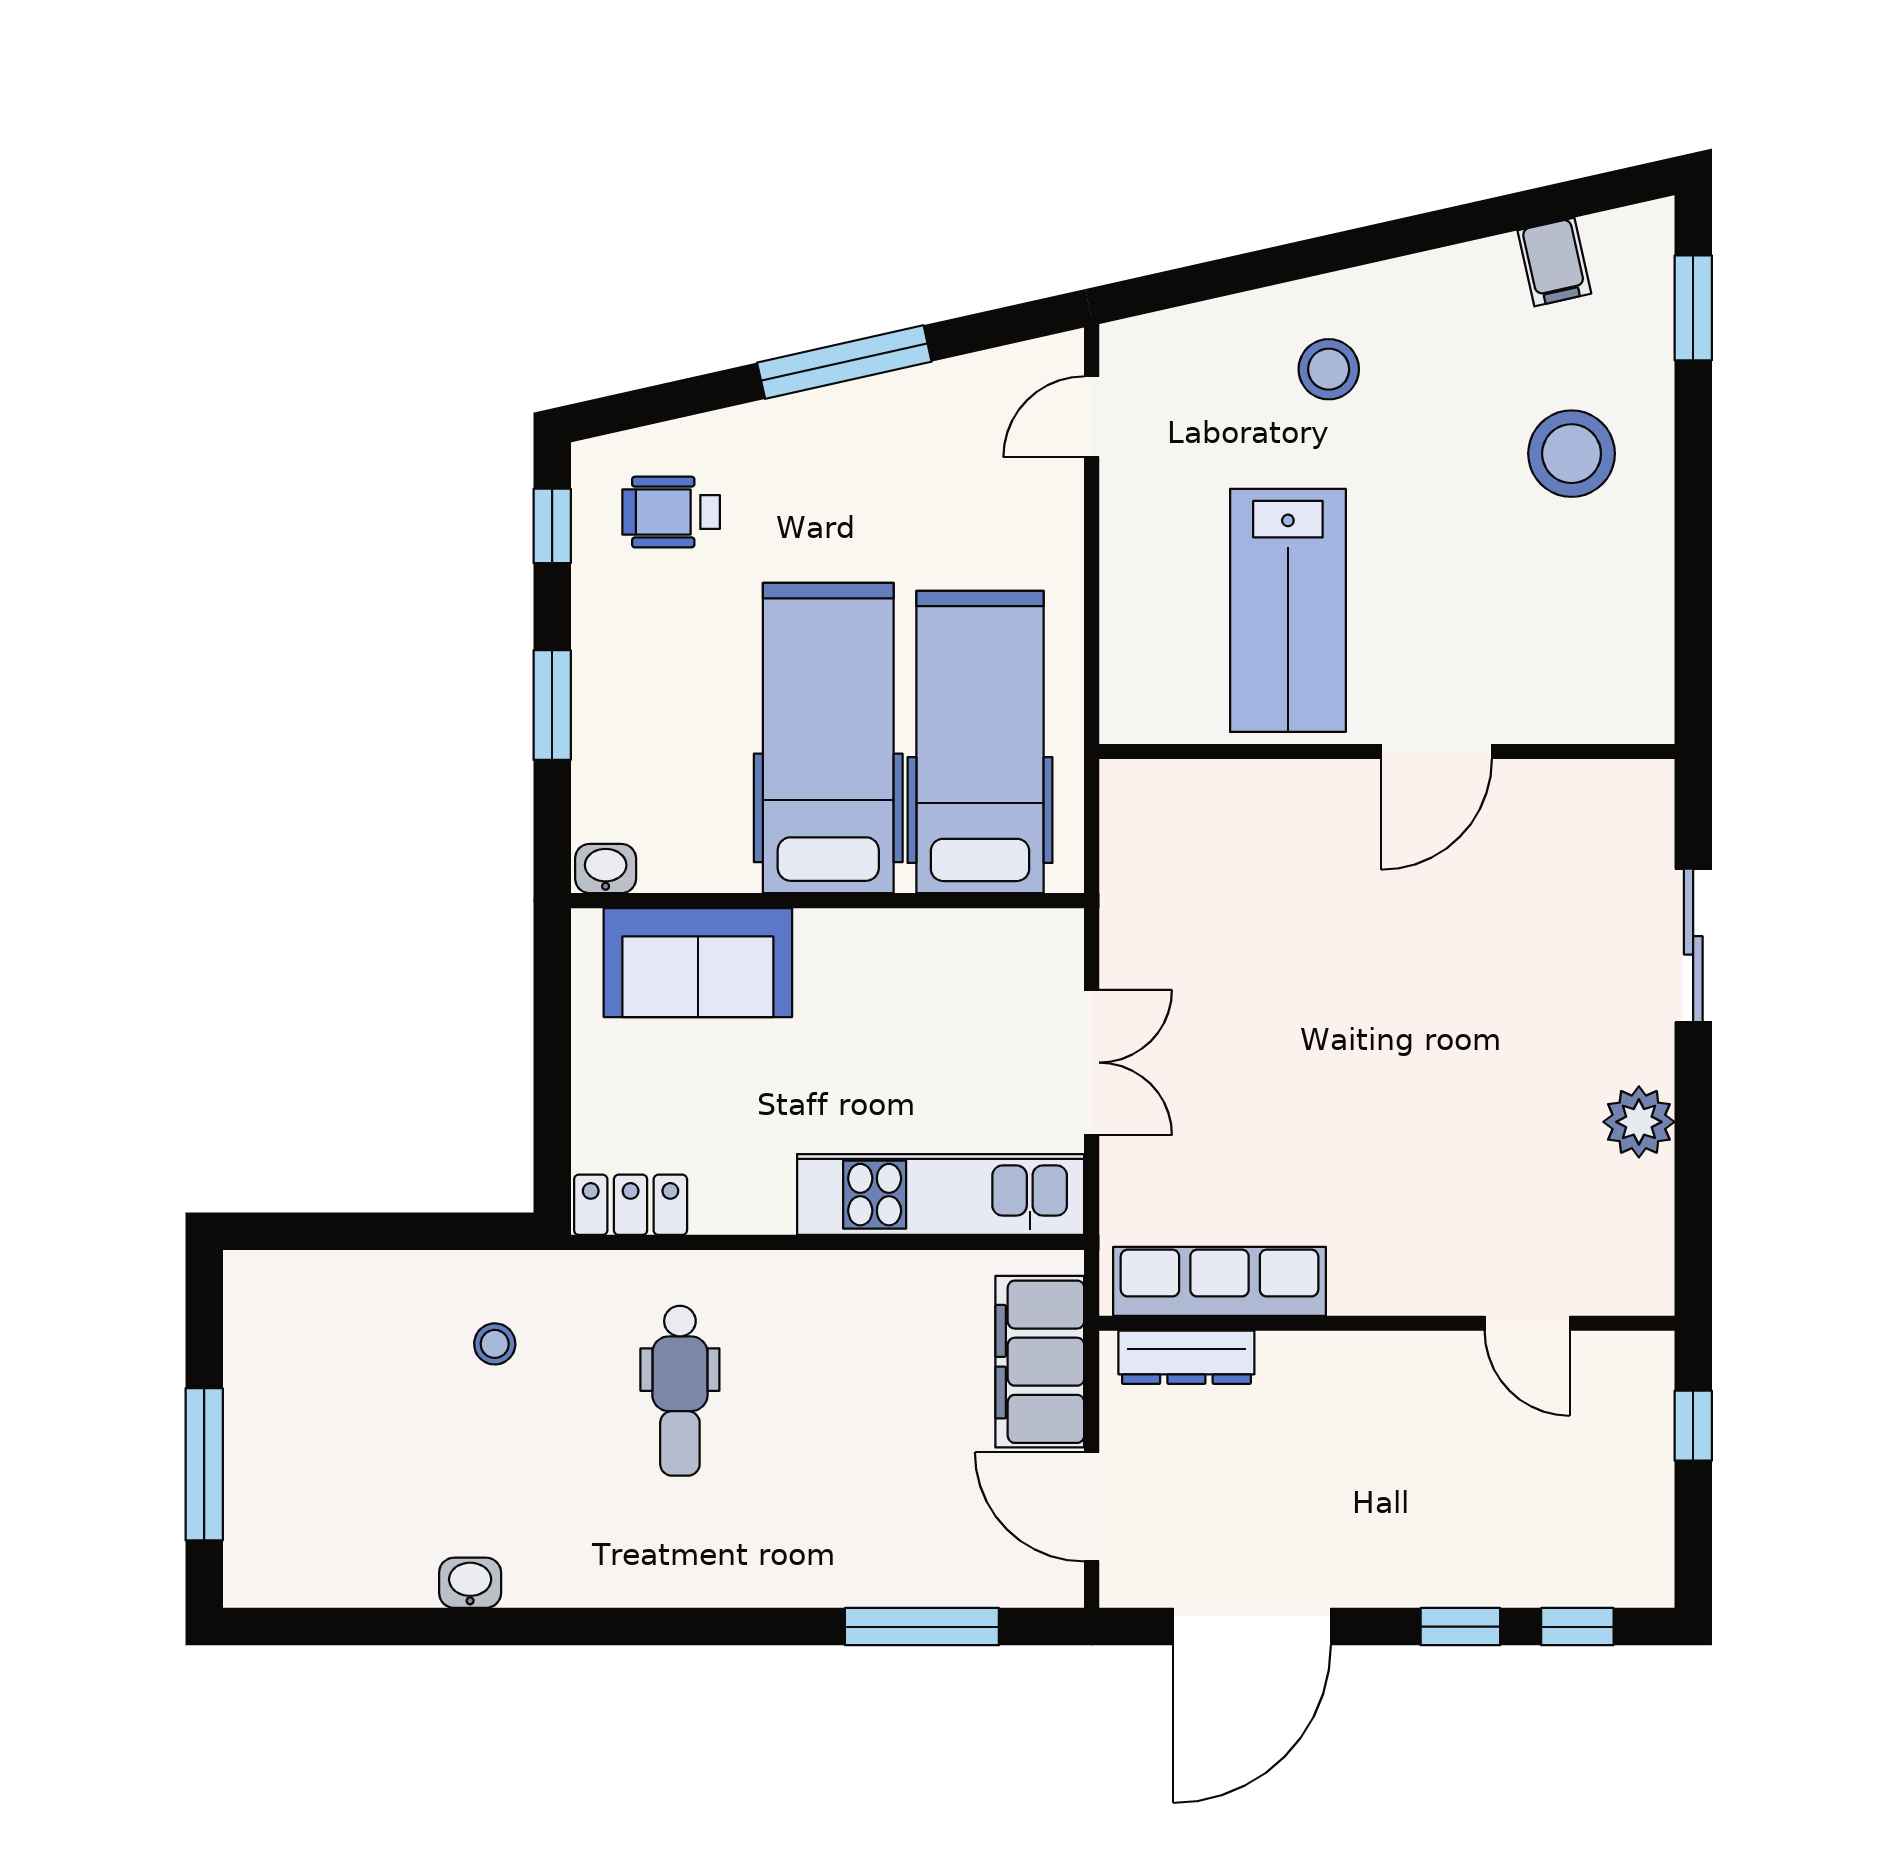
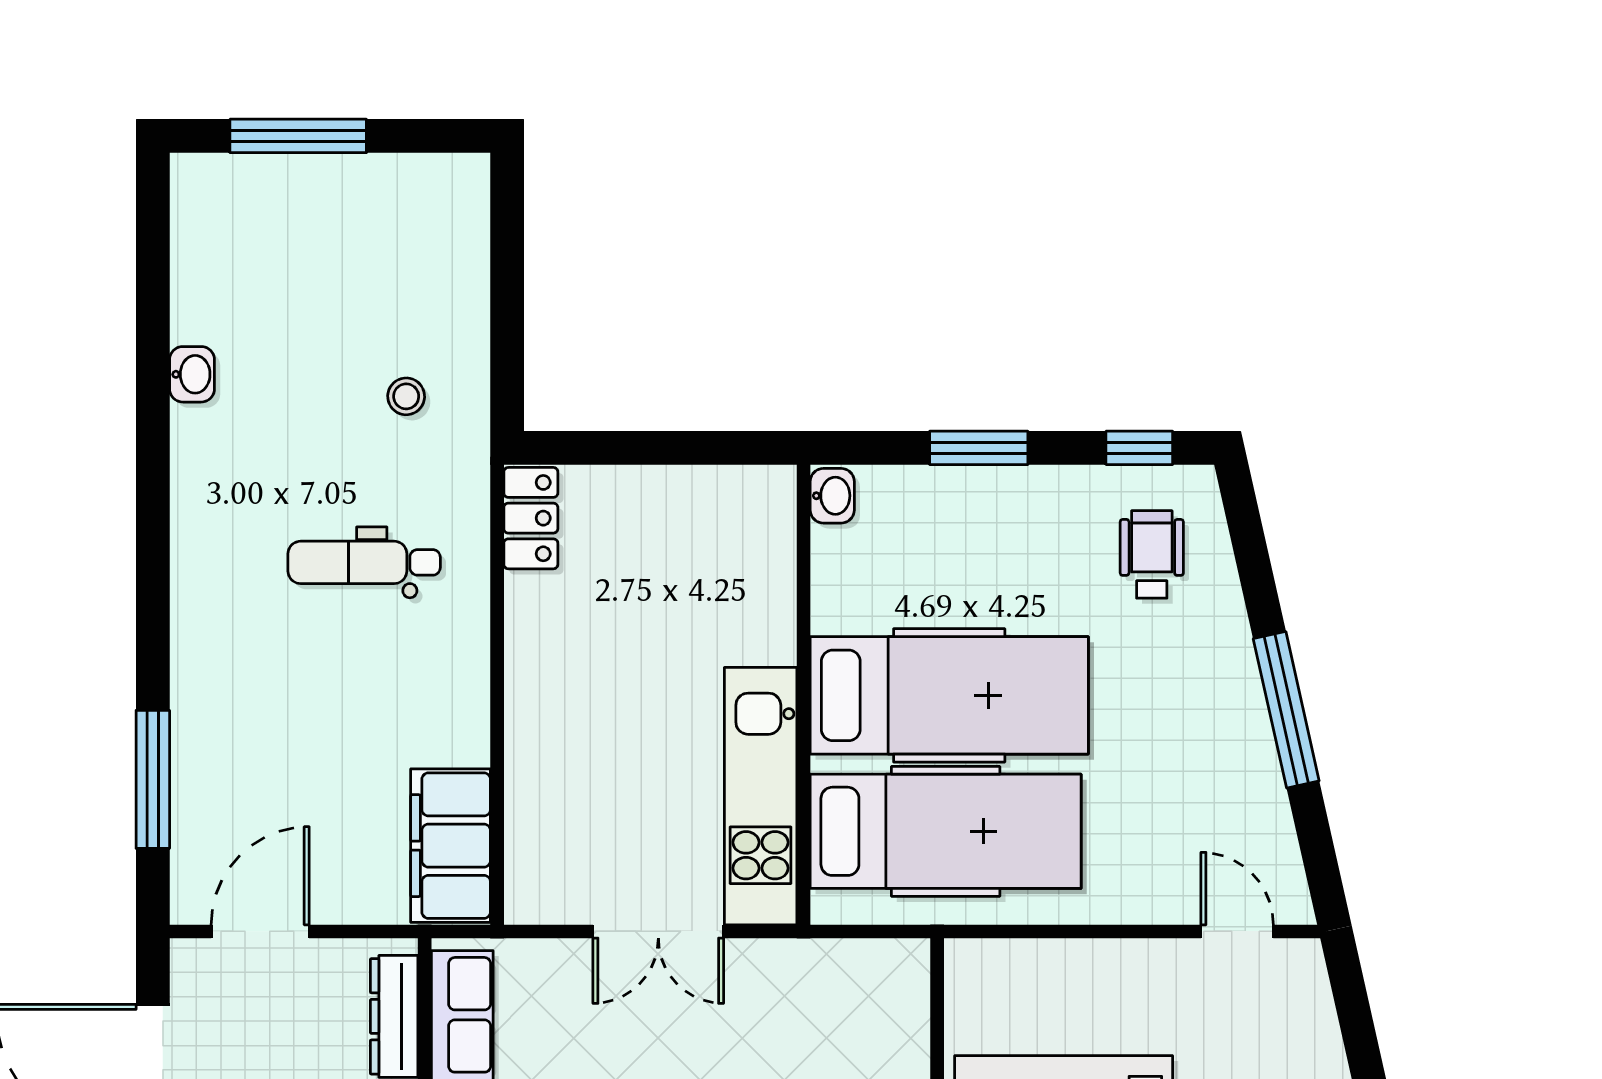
sofa: (698, 963) -> (748, 578), removed
kitchen unit: (941, 1195) -> (761, 796), moved, turned 180
filing cabinet: (1040, 1362) -> (451, 846), moved, turned -90

